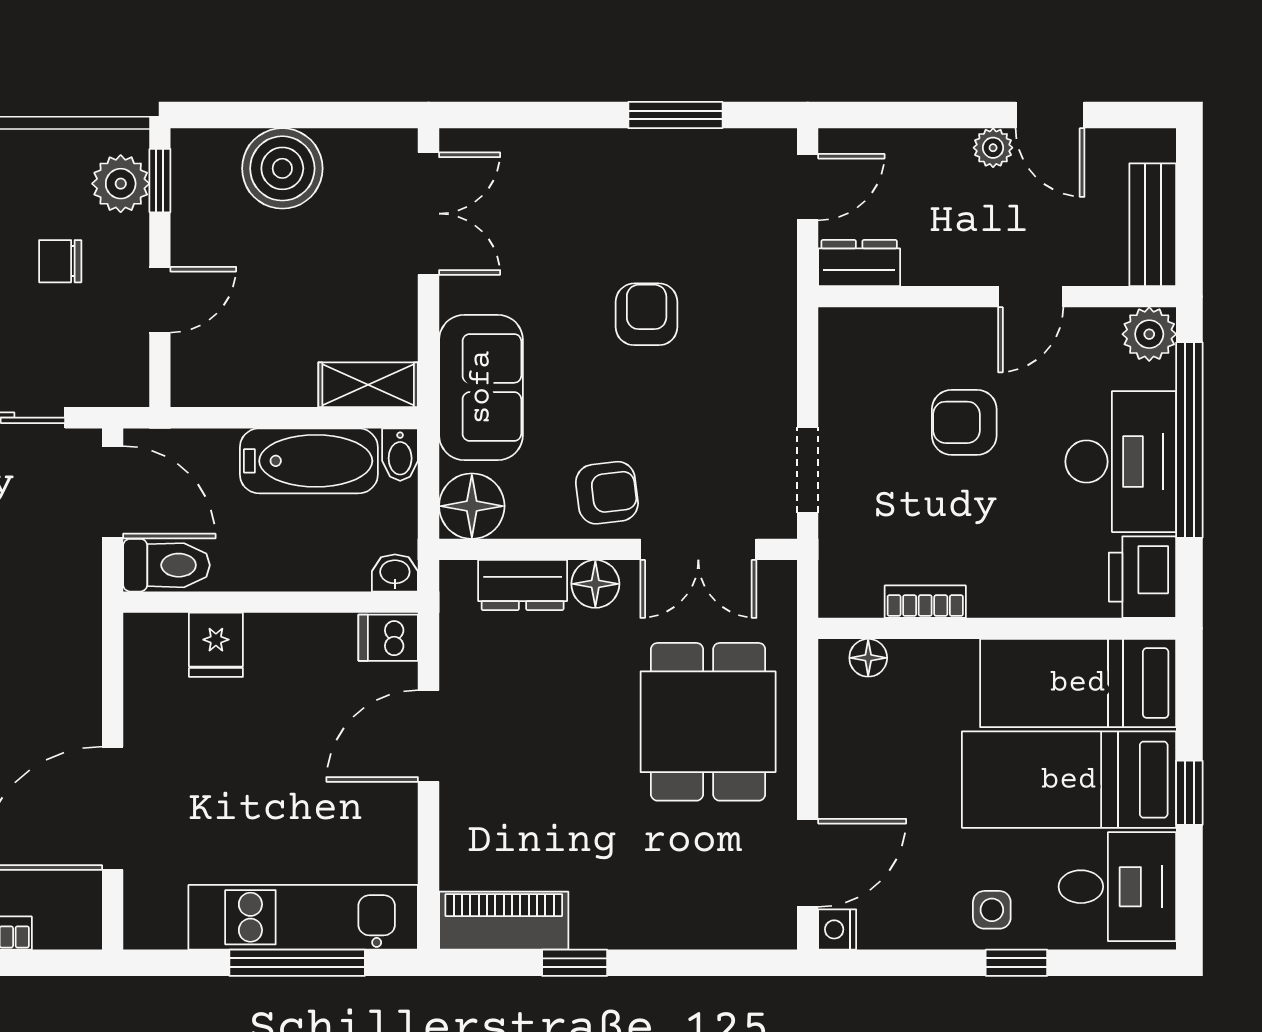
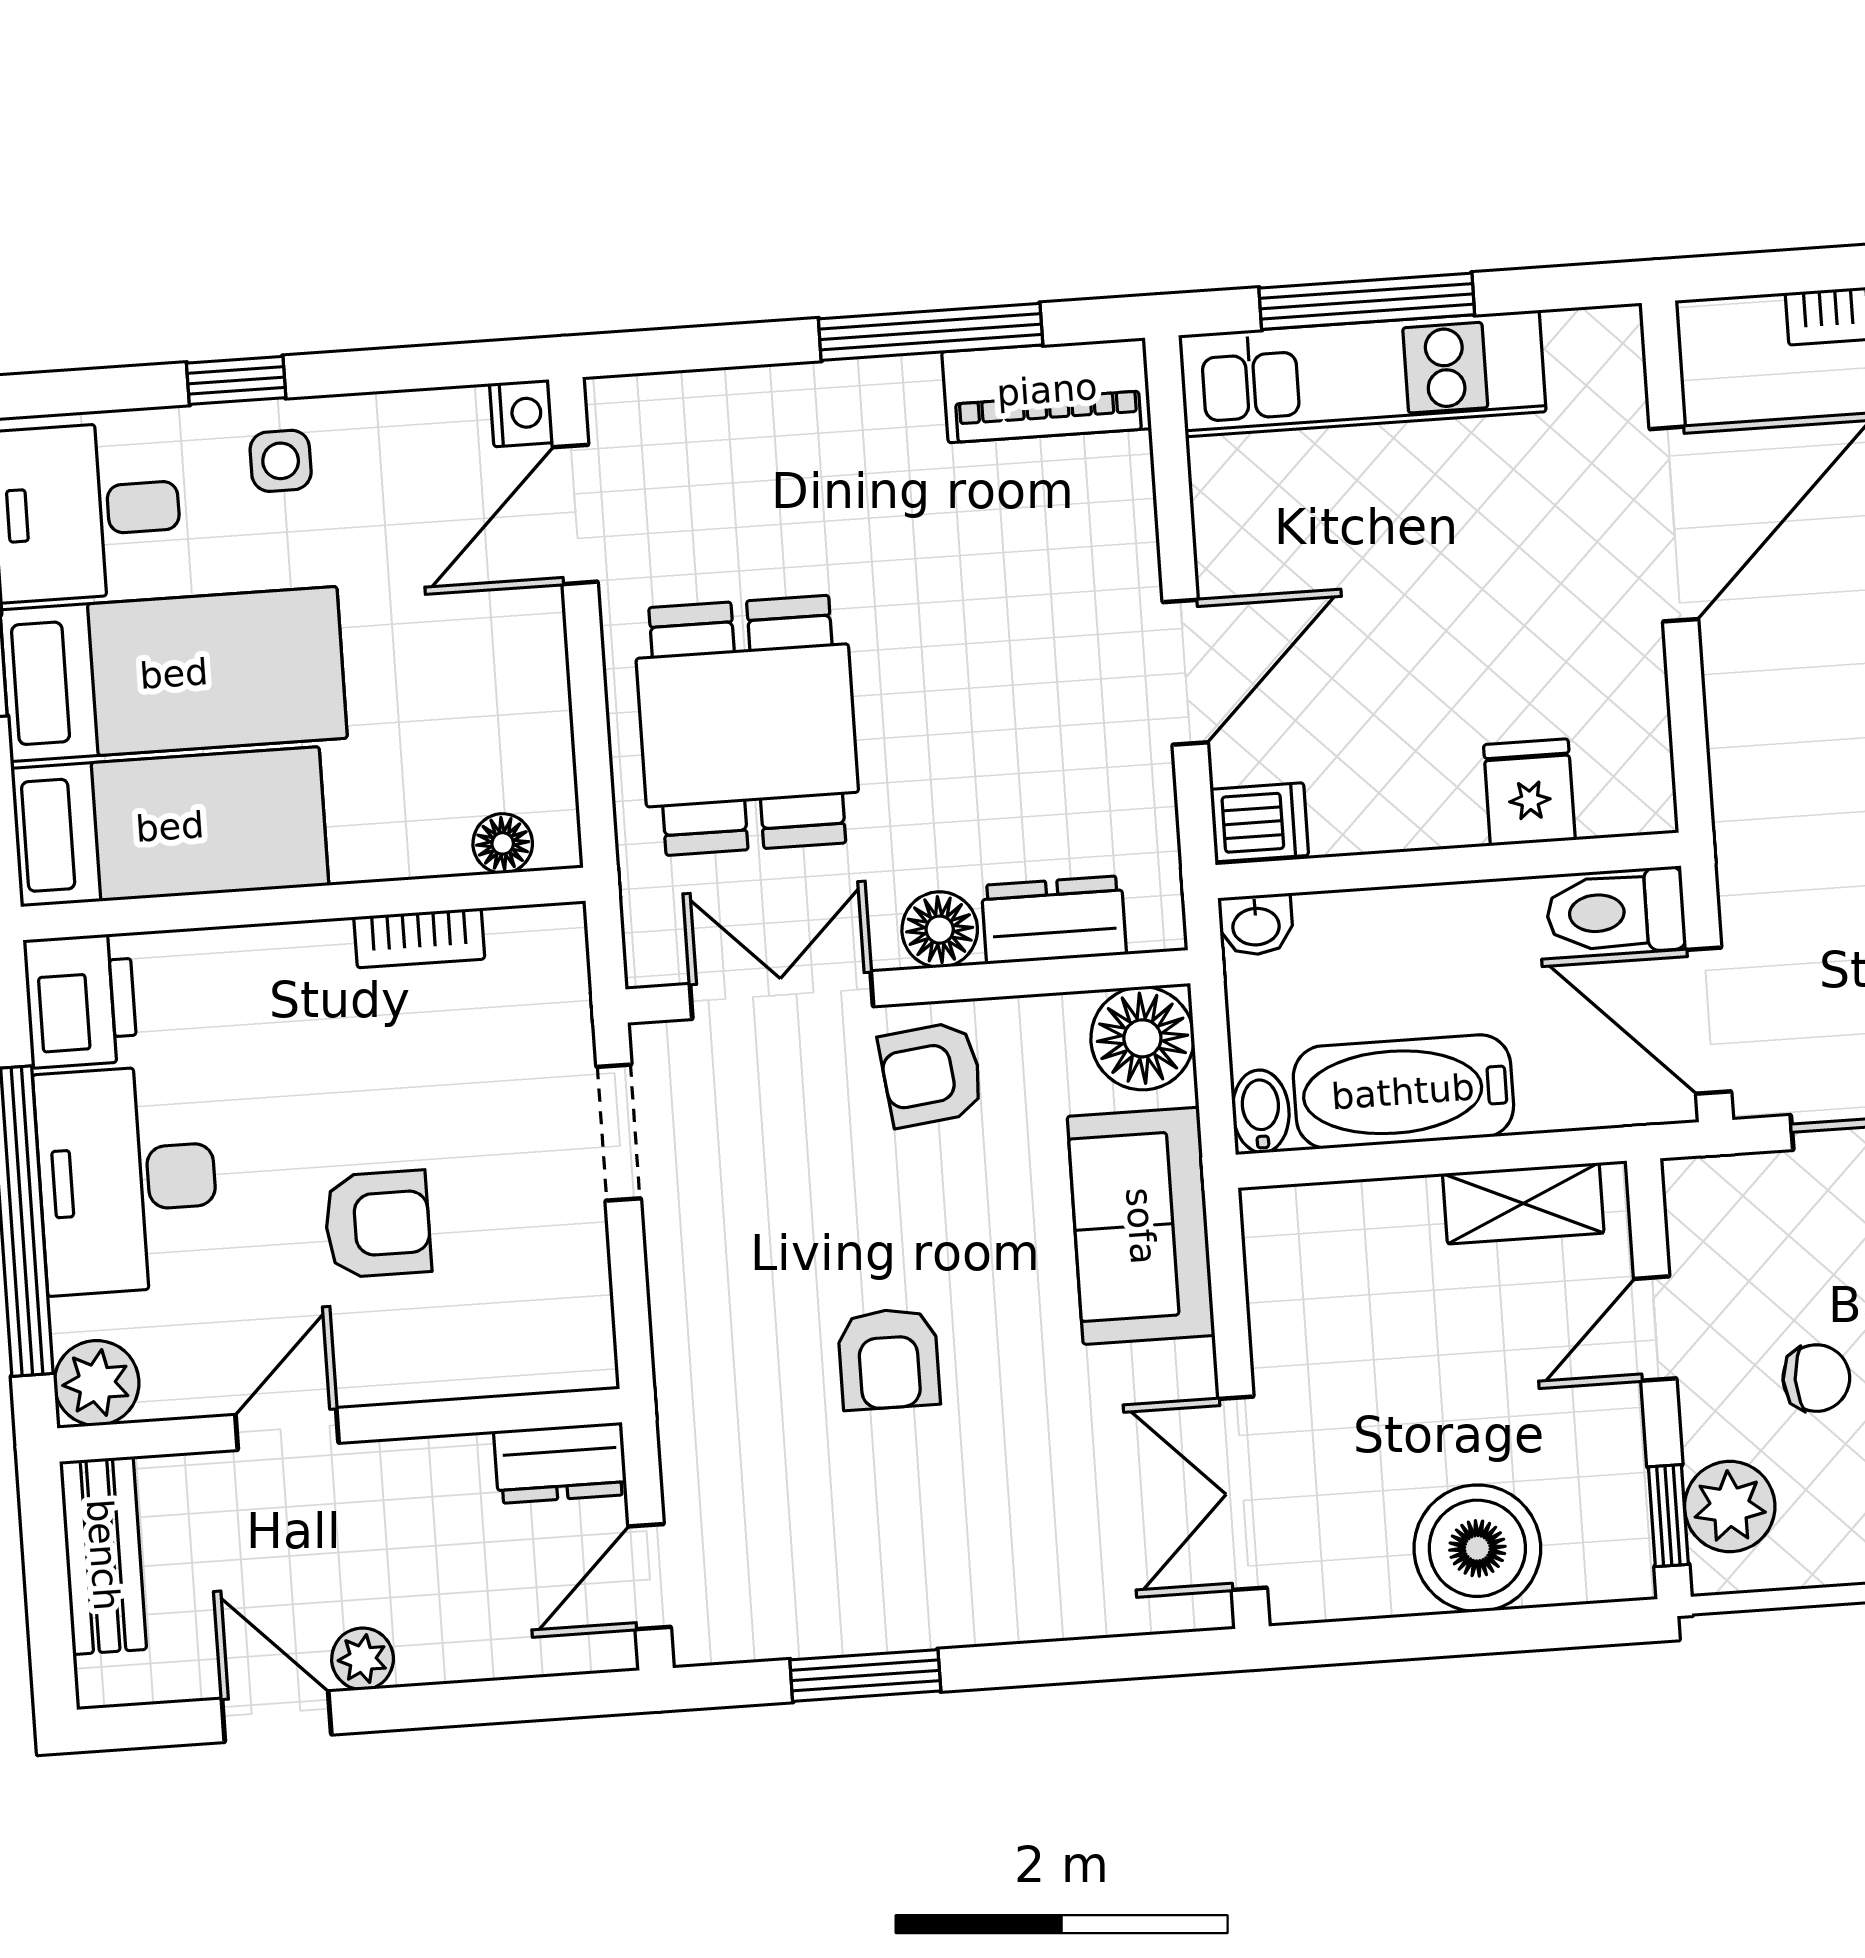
shelving: (368, 385) -> (1523, 1203), moved
window: (575, 963) -> (931, 332), width x2.17

